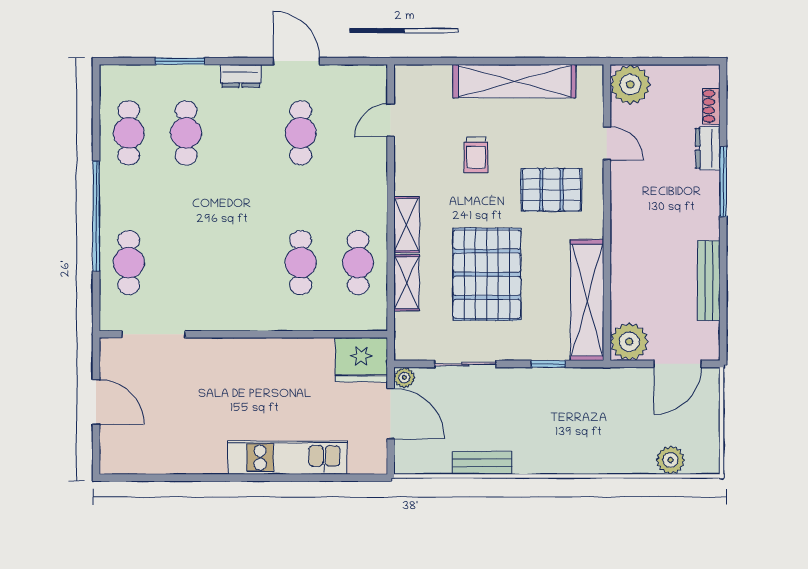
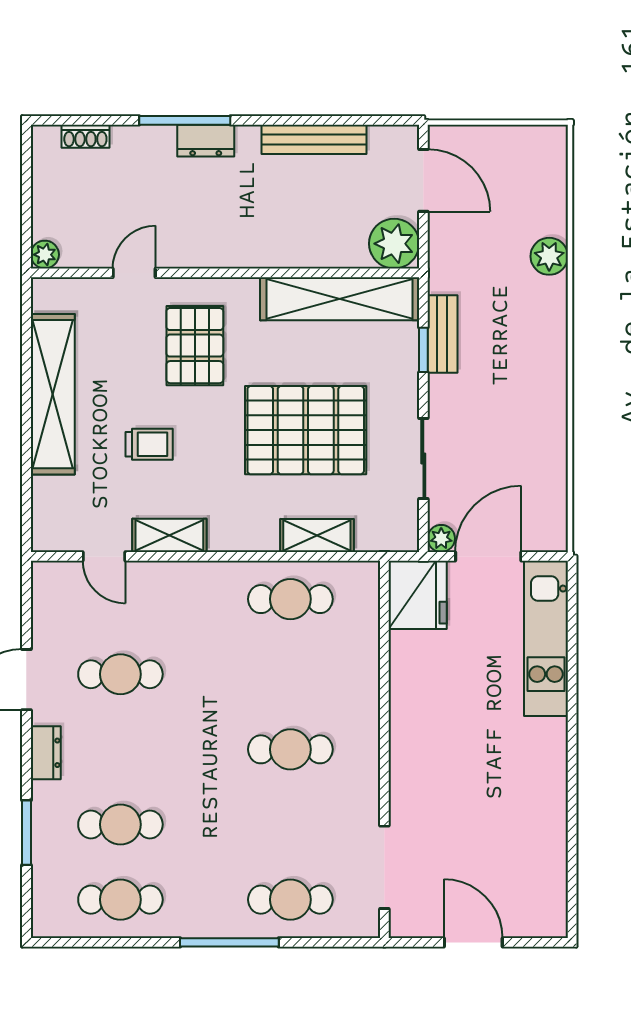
plant: (630, 85) -> (45, 255), width x0.53, depth x0.53
dresser: (708, 148) -> (206, 141), moved
window: (96, 216) -> (229, 942), width x0.68
shelving: (407, 224) -> (169, 535), moved
cafe table: (301, 263) -> (290, 749), moved
door: (96, 402) -> (473, 942), hinge flipped
kitchen unit: (287, 458) -> (546, 638), moved
plant: (671, 460) -> (549, 256), moved
bench: (482, 463) -> (442, 334), moved

